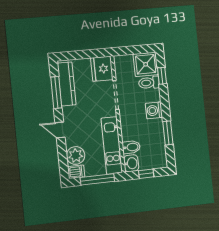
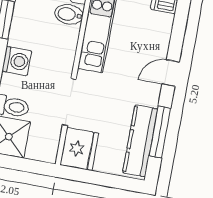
door: (60, 130) -> (171, 73), swing flipped
plant: (76, 155) -> (158, 27), removed

